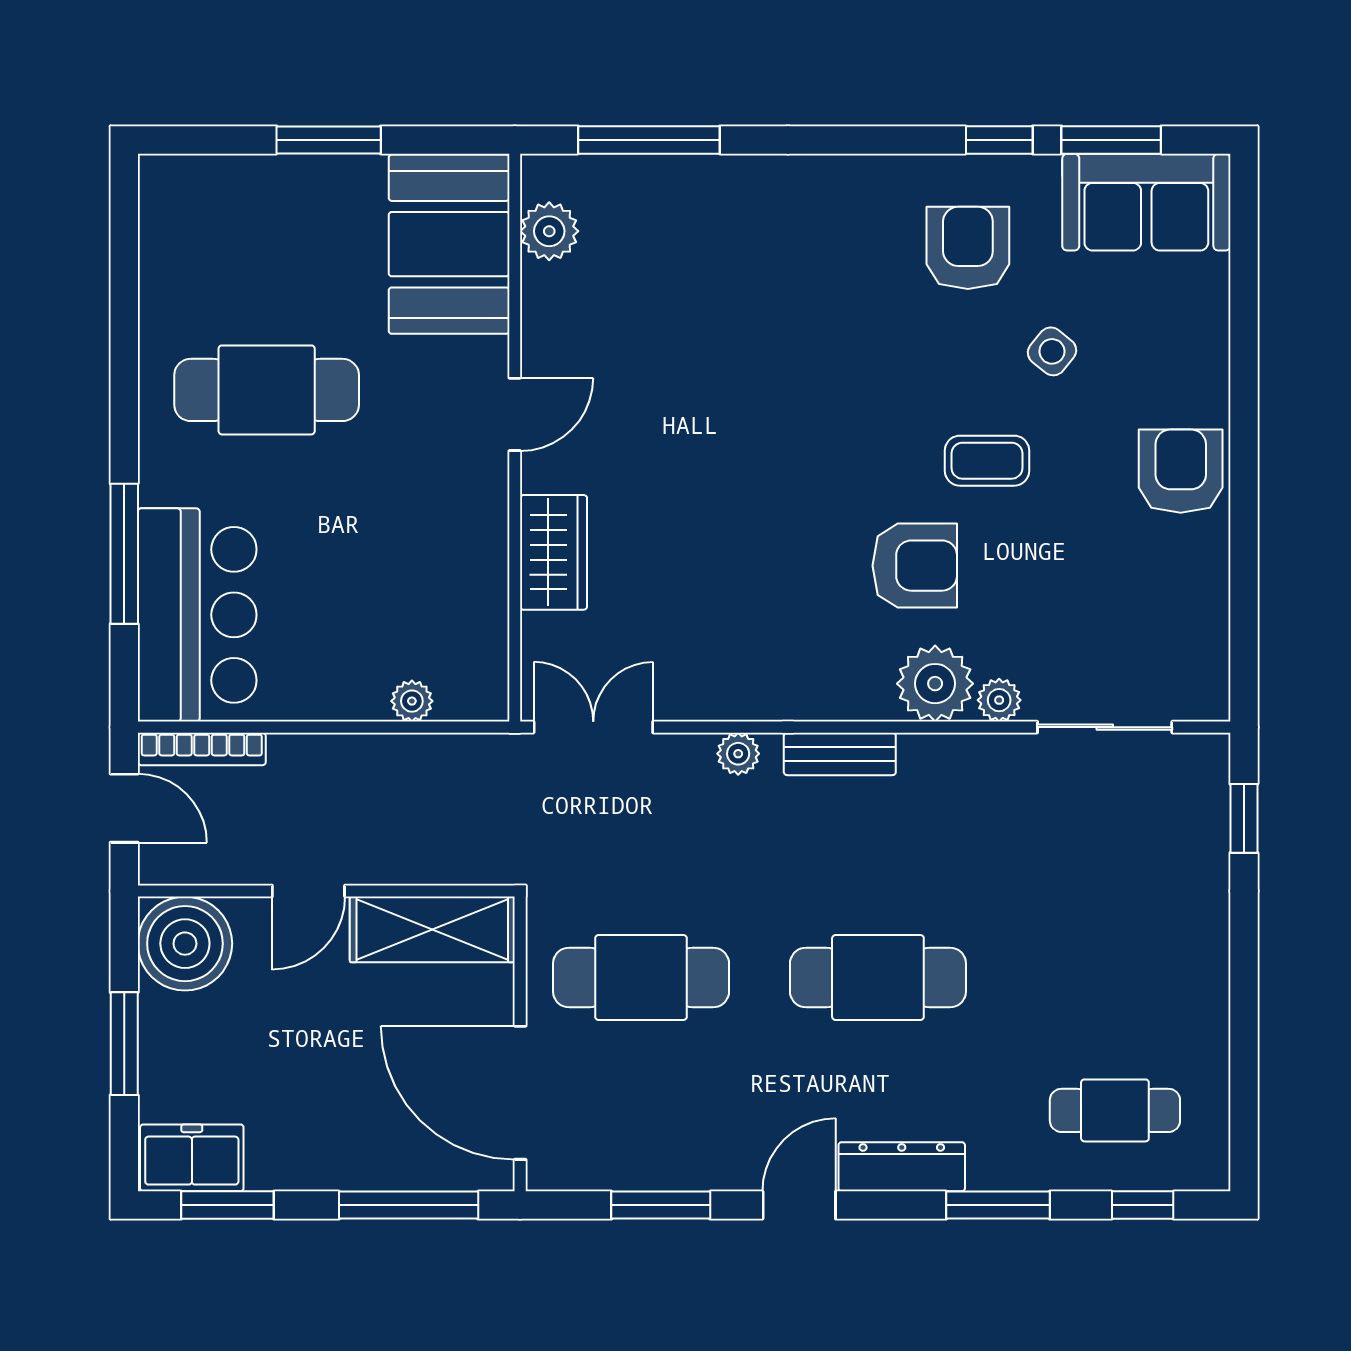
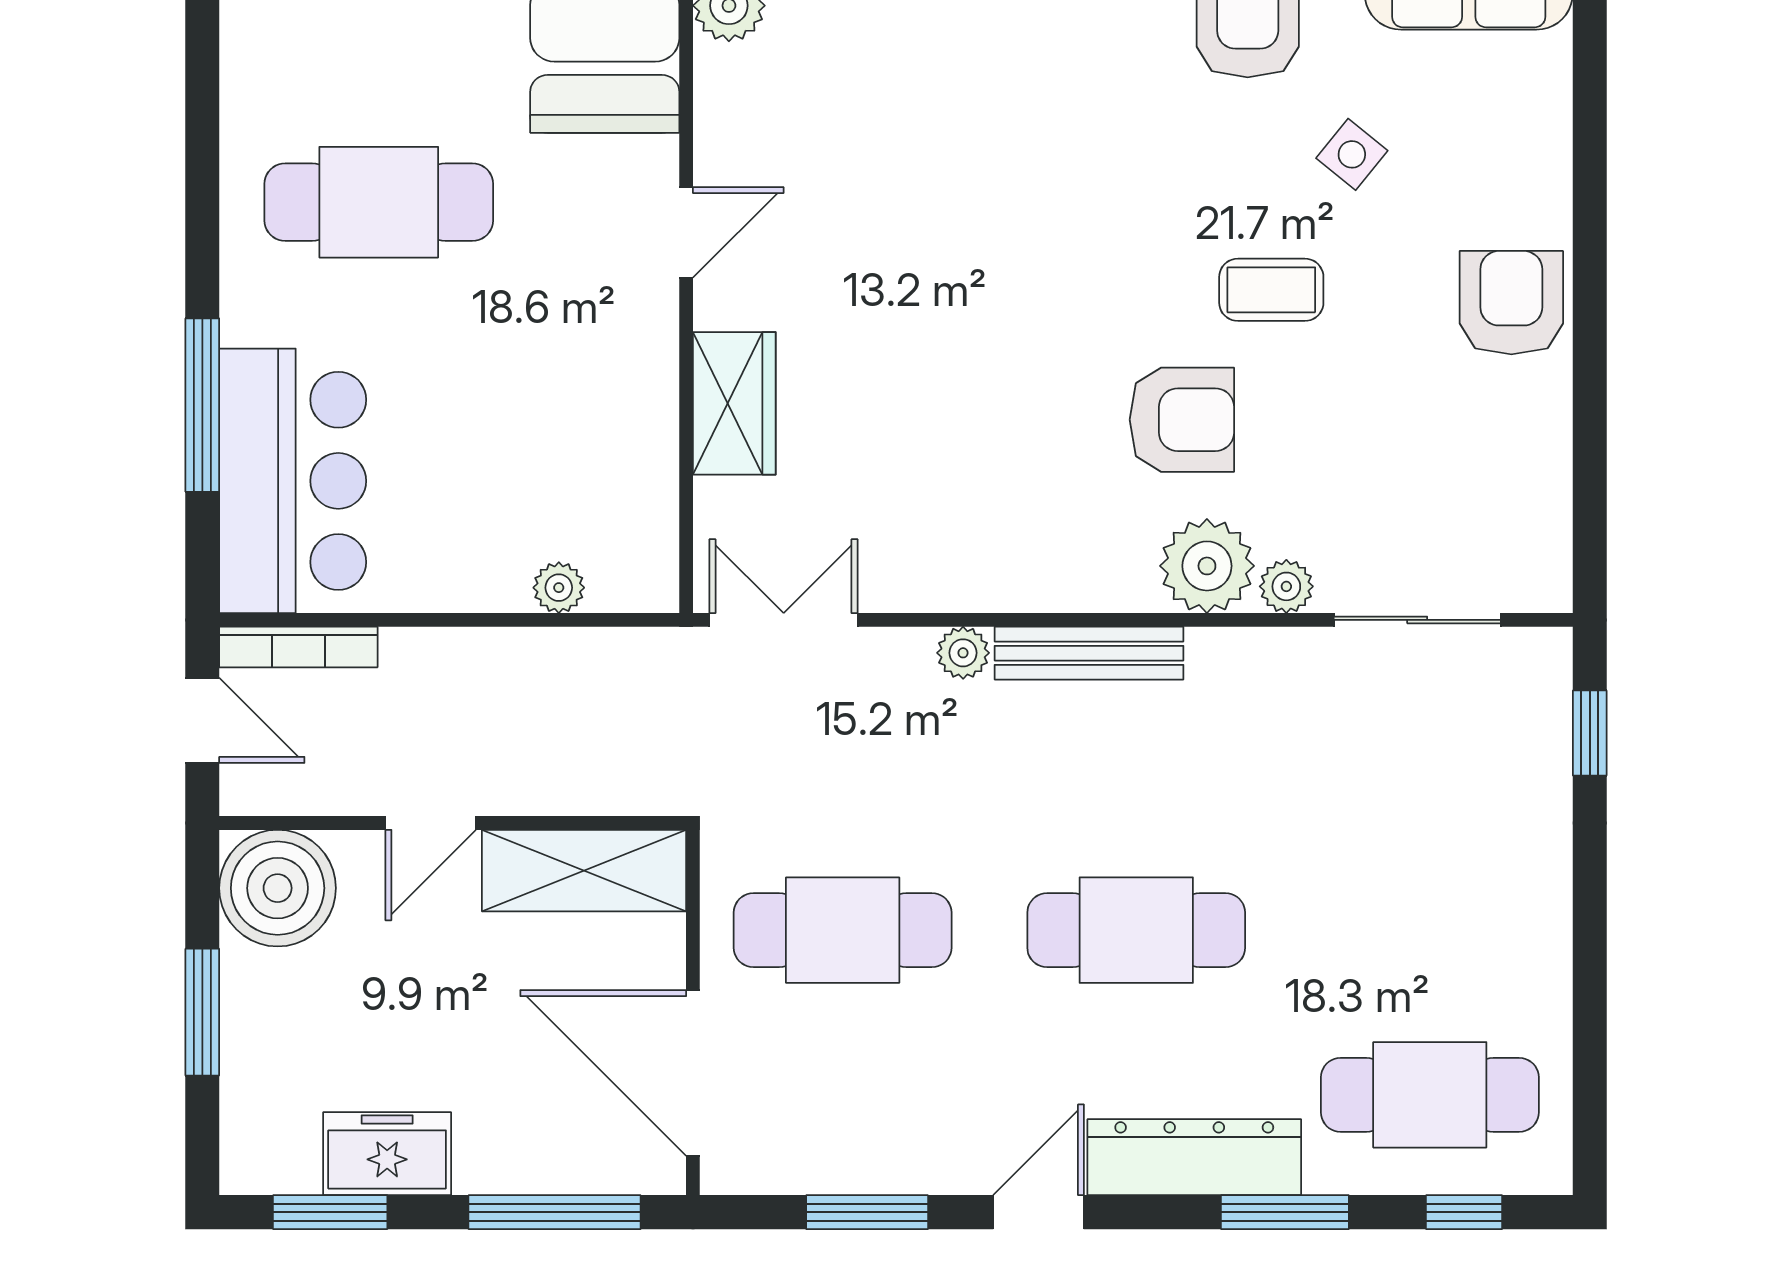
bench: (840, 754) -> (1089, 653), width x1.36
cafe table: (1115, 1110) -> (1430, 1095), width x1.37, depth x1.35
freezer: (192, 1158) -> (387, 1154), moved
dresser: (902, 1167) -> (1194, 1157), width x1.37, depth x1.24

